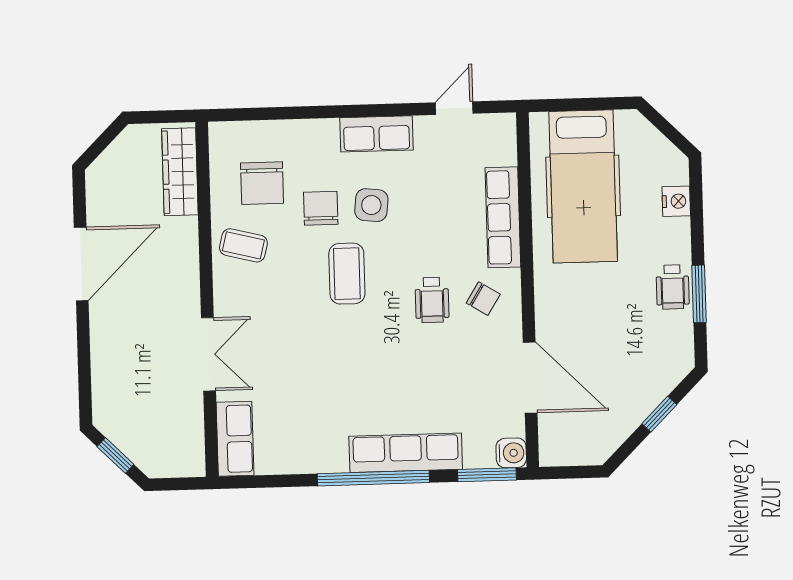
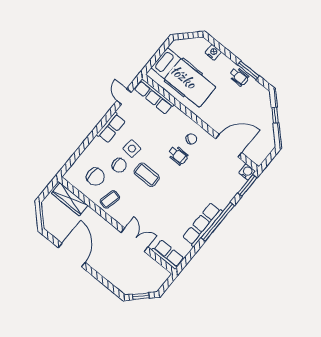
chair: (321, 208) -> (119, 165), turned 180
row of seats: (503, 217) -> (154, 97), moved
row of seats: (406, 453) -> (202, 225), moved

